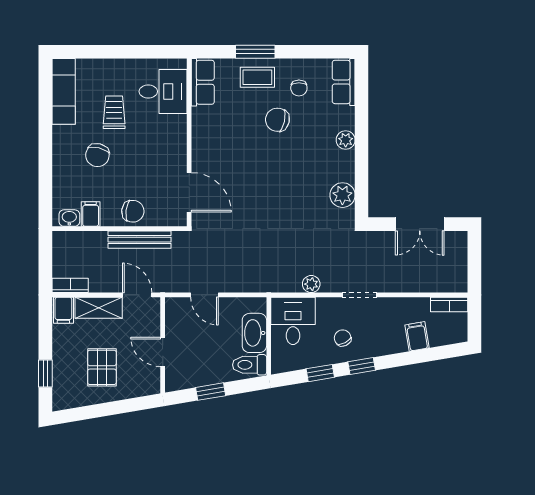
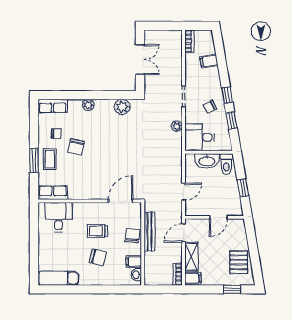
trolley: (114, 112) -> (97, 231), moved
pallet: (102, 367) -> (239, 262), moved, turned 90

